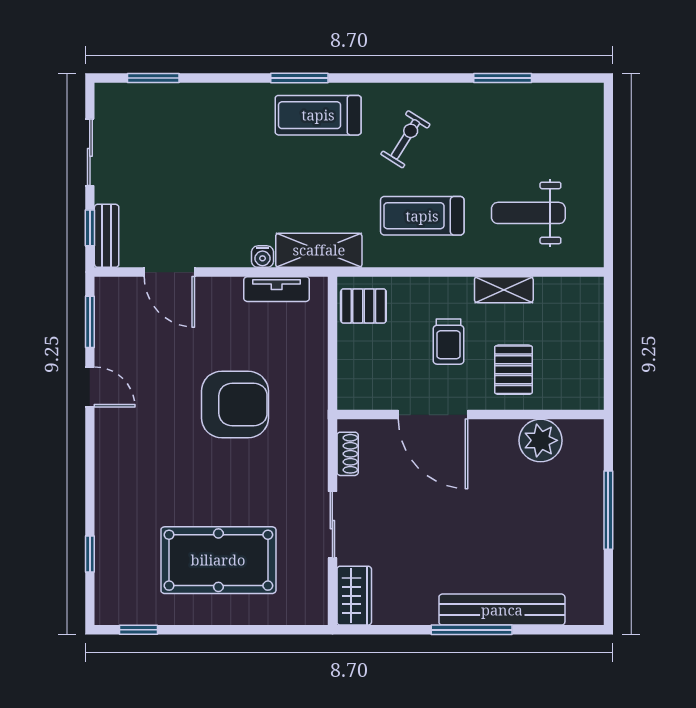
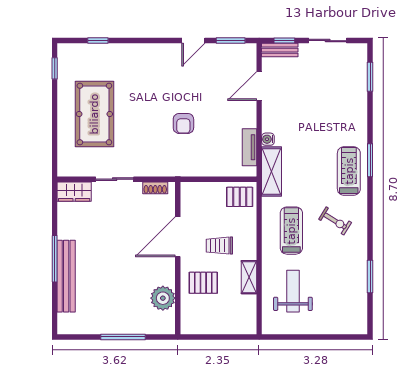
pallet: (363, 306) -> (240, 197), turned 90
armchair: (235, 404) -> (183, 123), width x0.53, depth x0.53

